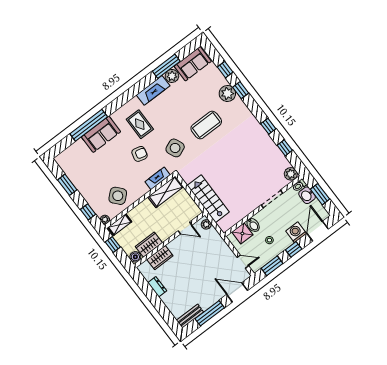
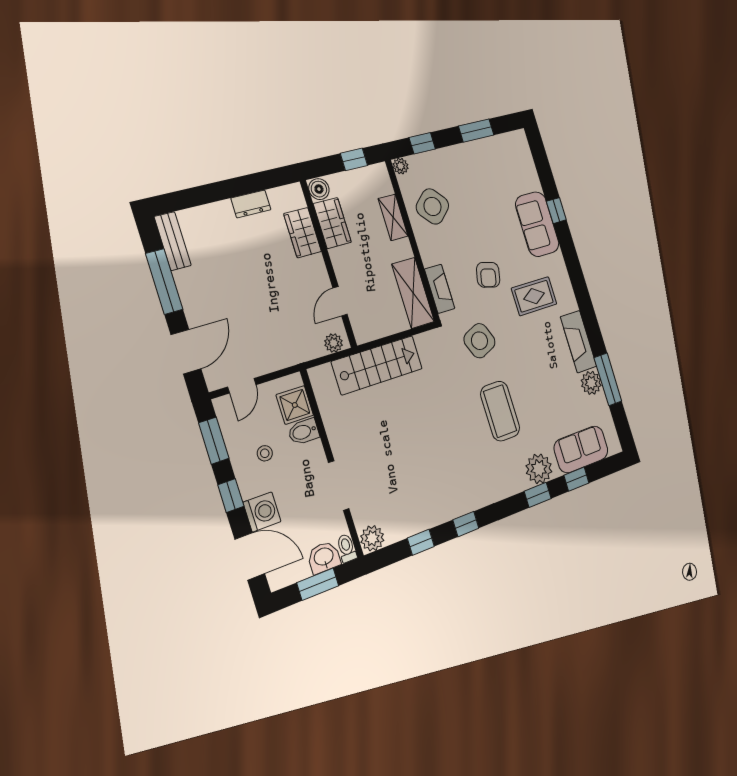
sofa: (193, 64) -> (581, 449), moved, turned 90
window: (89, 125) -> (556, 211), width x0.32
shelving: (120, 225) -> (393, 217), moved

